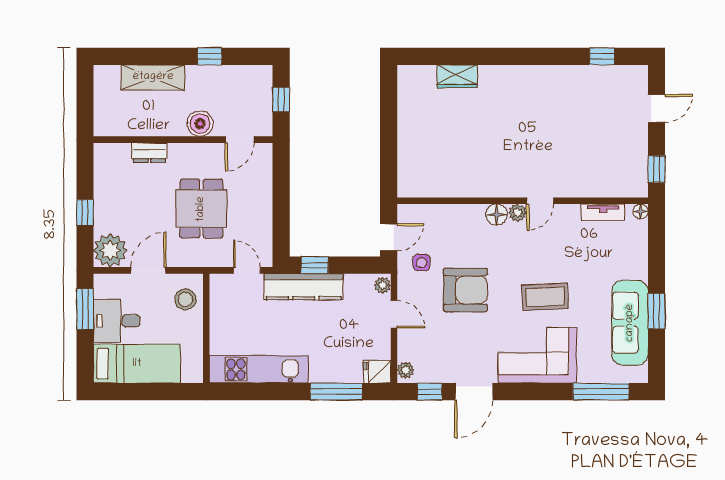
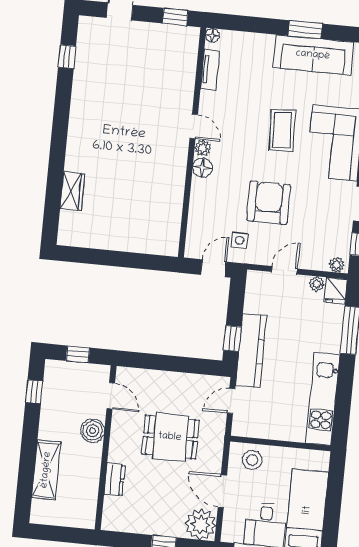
window: (210, 56) -> (34, 392), moved
door: (389, 237) -> (214, 268), hinge flipped
plant: (383, 285) -> (317, 284), moved

